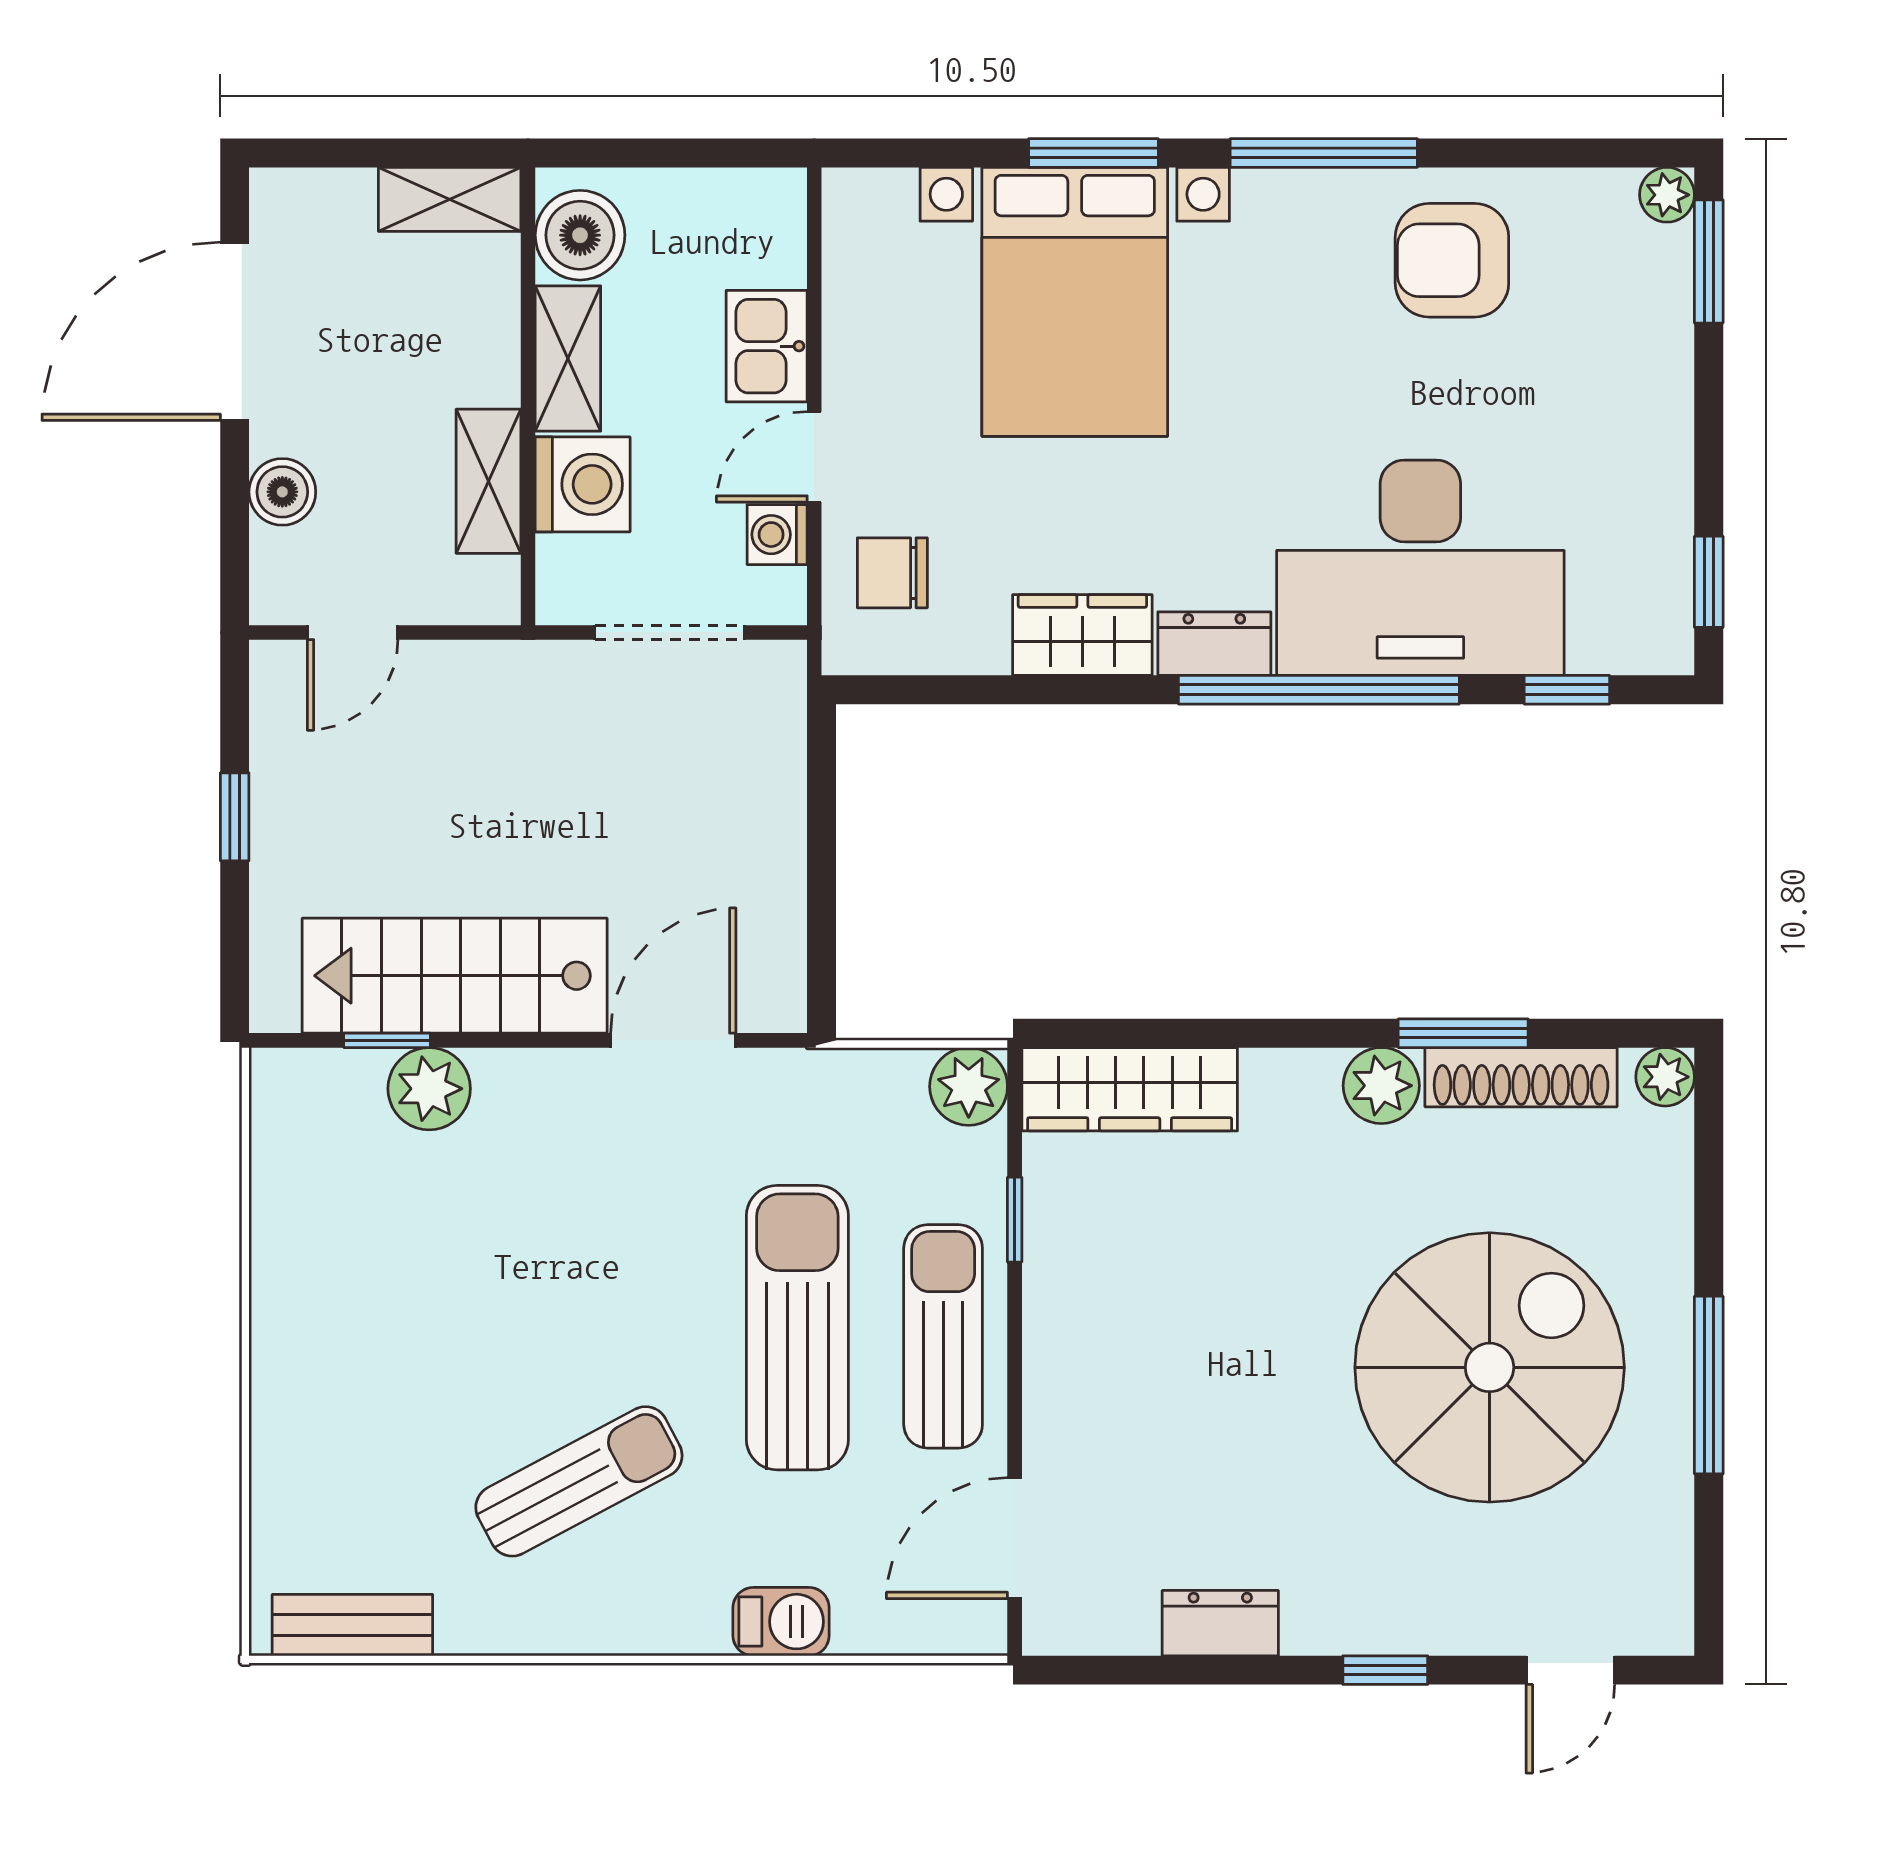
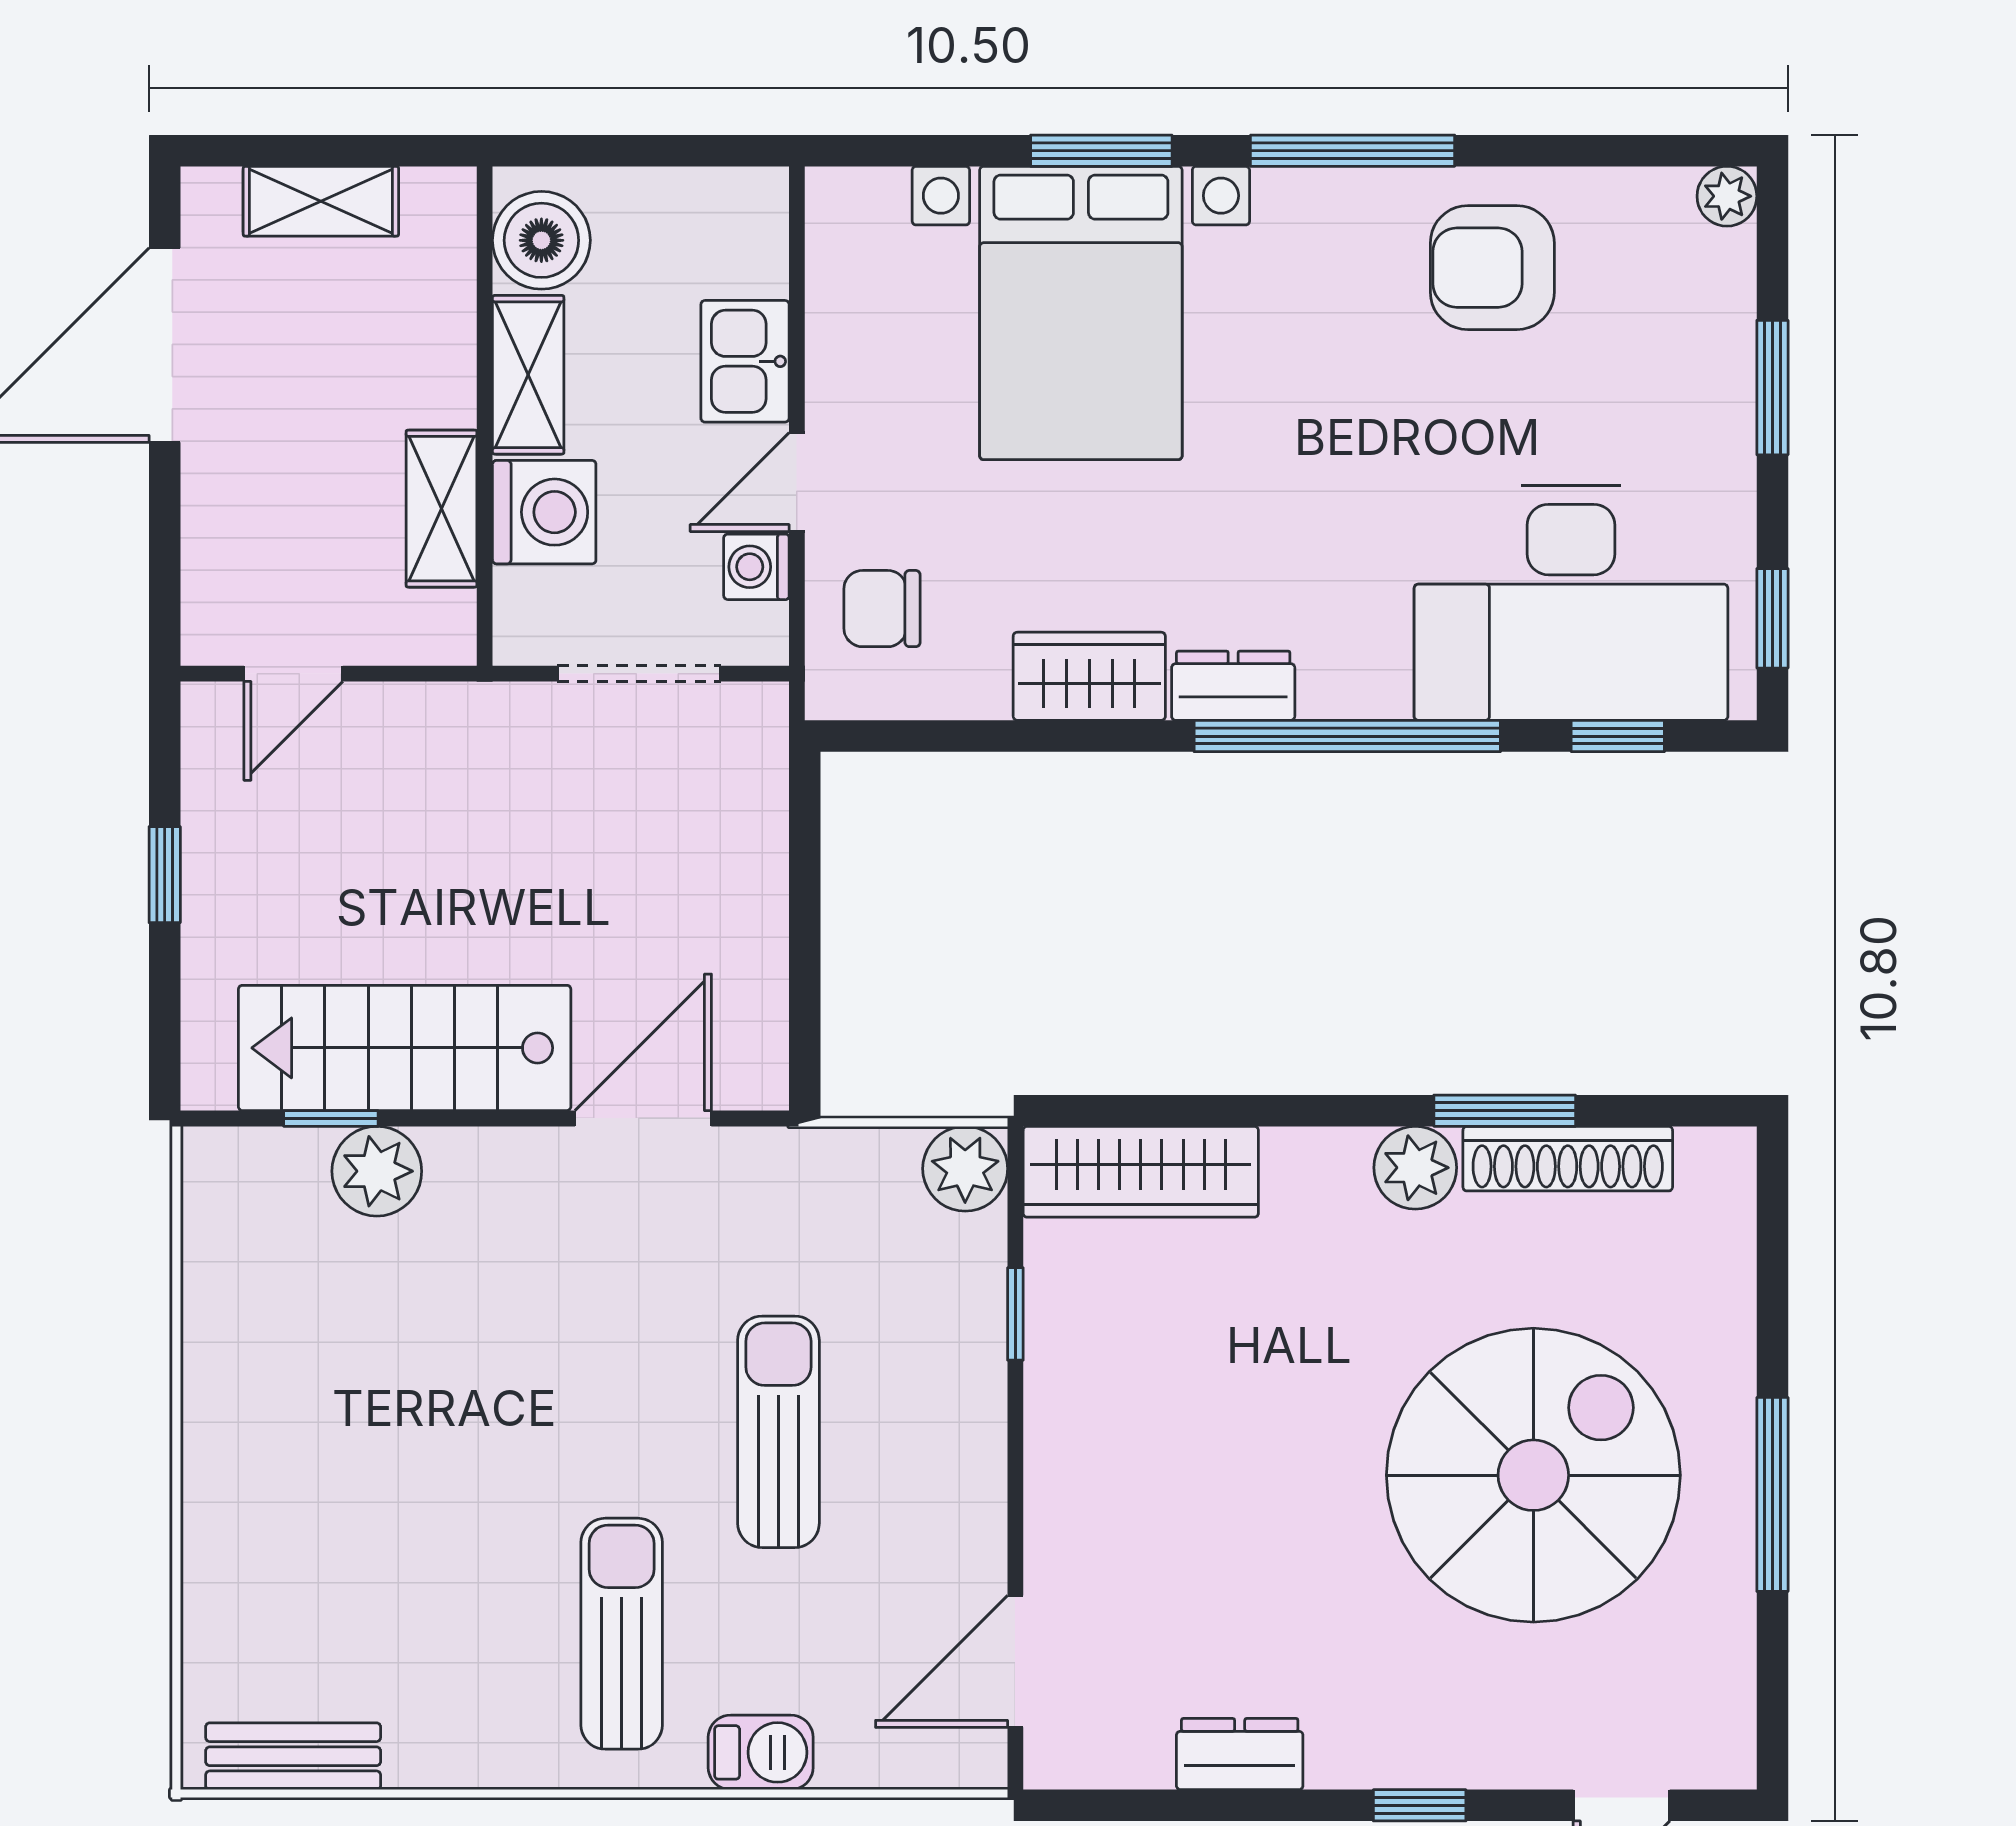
shelving: (450, 199) -> (321, 201), moved
window: (1709, 261) -> (1772, 388), moved
boiler: (282, 492) -> (217, 520), removed
desk: (1420, 568) -> (1571, 603), moved
plant: (1665, 1077) -> (1725, 1158), removed
sun lounger: (797, 1328) -> (778, 1432), width x0.73, depth x0.75
sun lounger: (943, 1336) -> (937, 1441), removed
sun lounger: (579, 1481) -> (622, 1634), moved, turned -62

